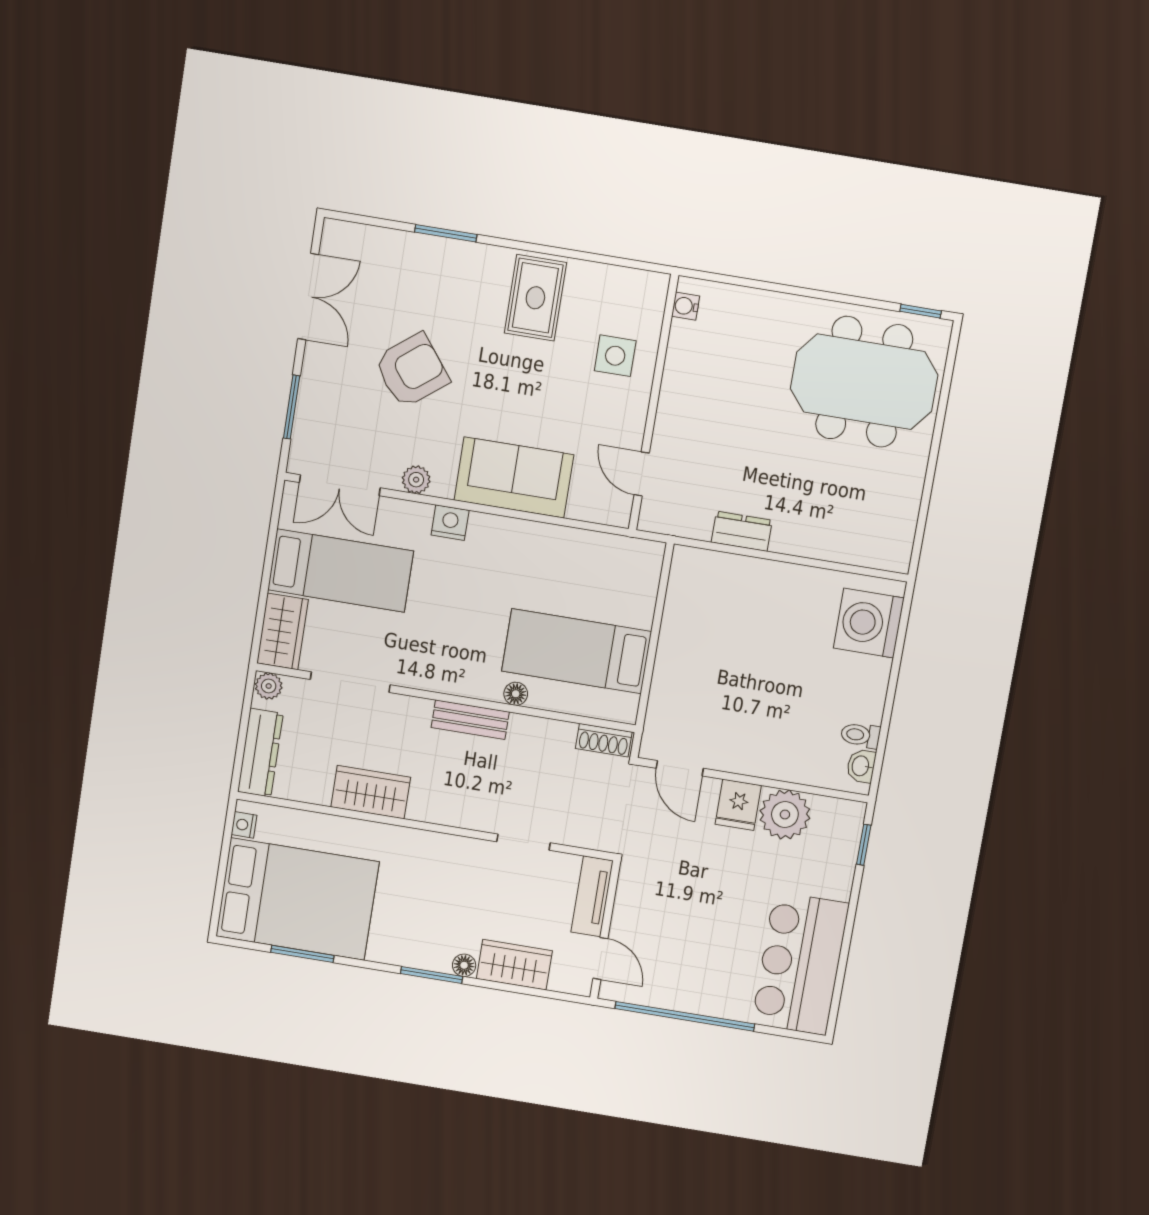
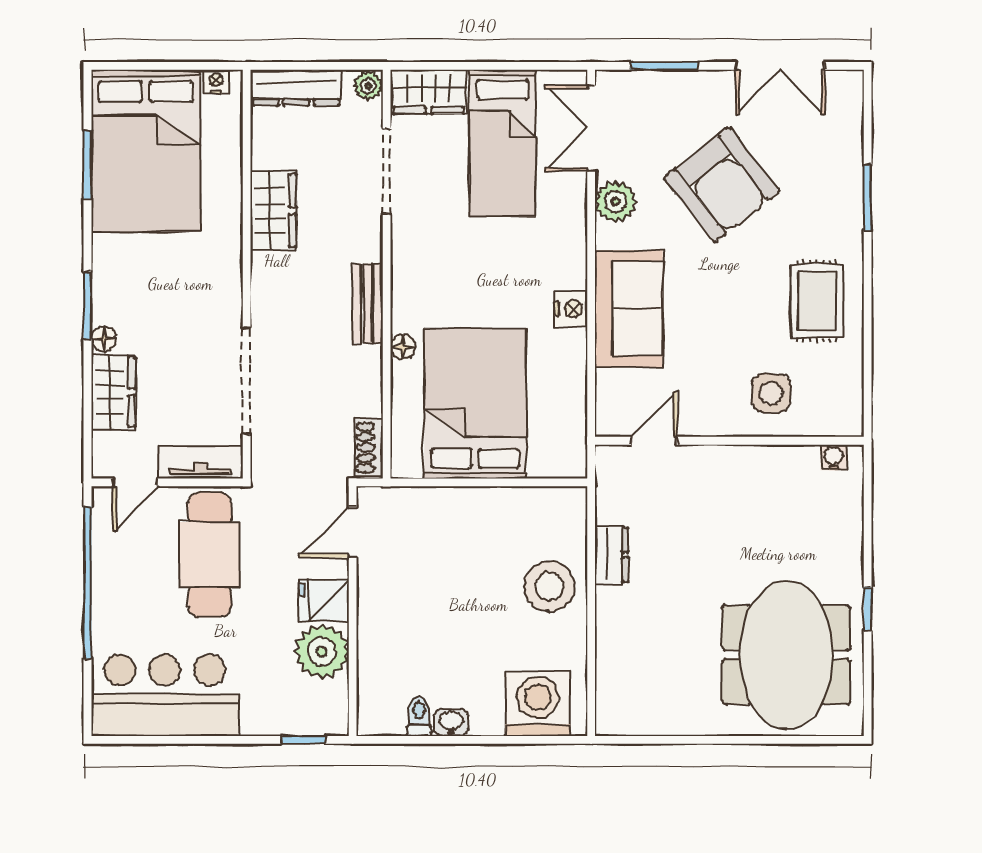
rug: (535, 298) -> (817, 301), turned 90
window: (921, 311) -> (868, 609), moved
armchair: (412, 370) -> (722, 185), width x1.36, depth x1.36
plant: (416, 480) -> (615, 202), width x1.38, depth x1.38
nightstand: (450, 523) -> (571, 309), moved
stool: (761, 594) -> (549, 586), added
bed: (577, 651) -> (475, 403), width x1.50
washbasin: (861, 766) -> (451, 722), moved
doorway: (523, 842) -> (247, 381), width x1.88
cafe table: (678, 902) -> (210, 555), added

